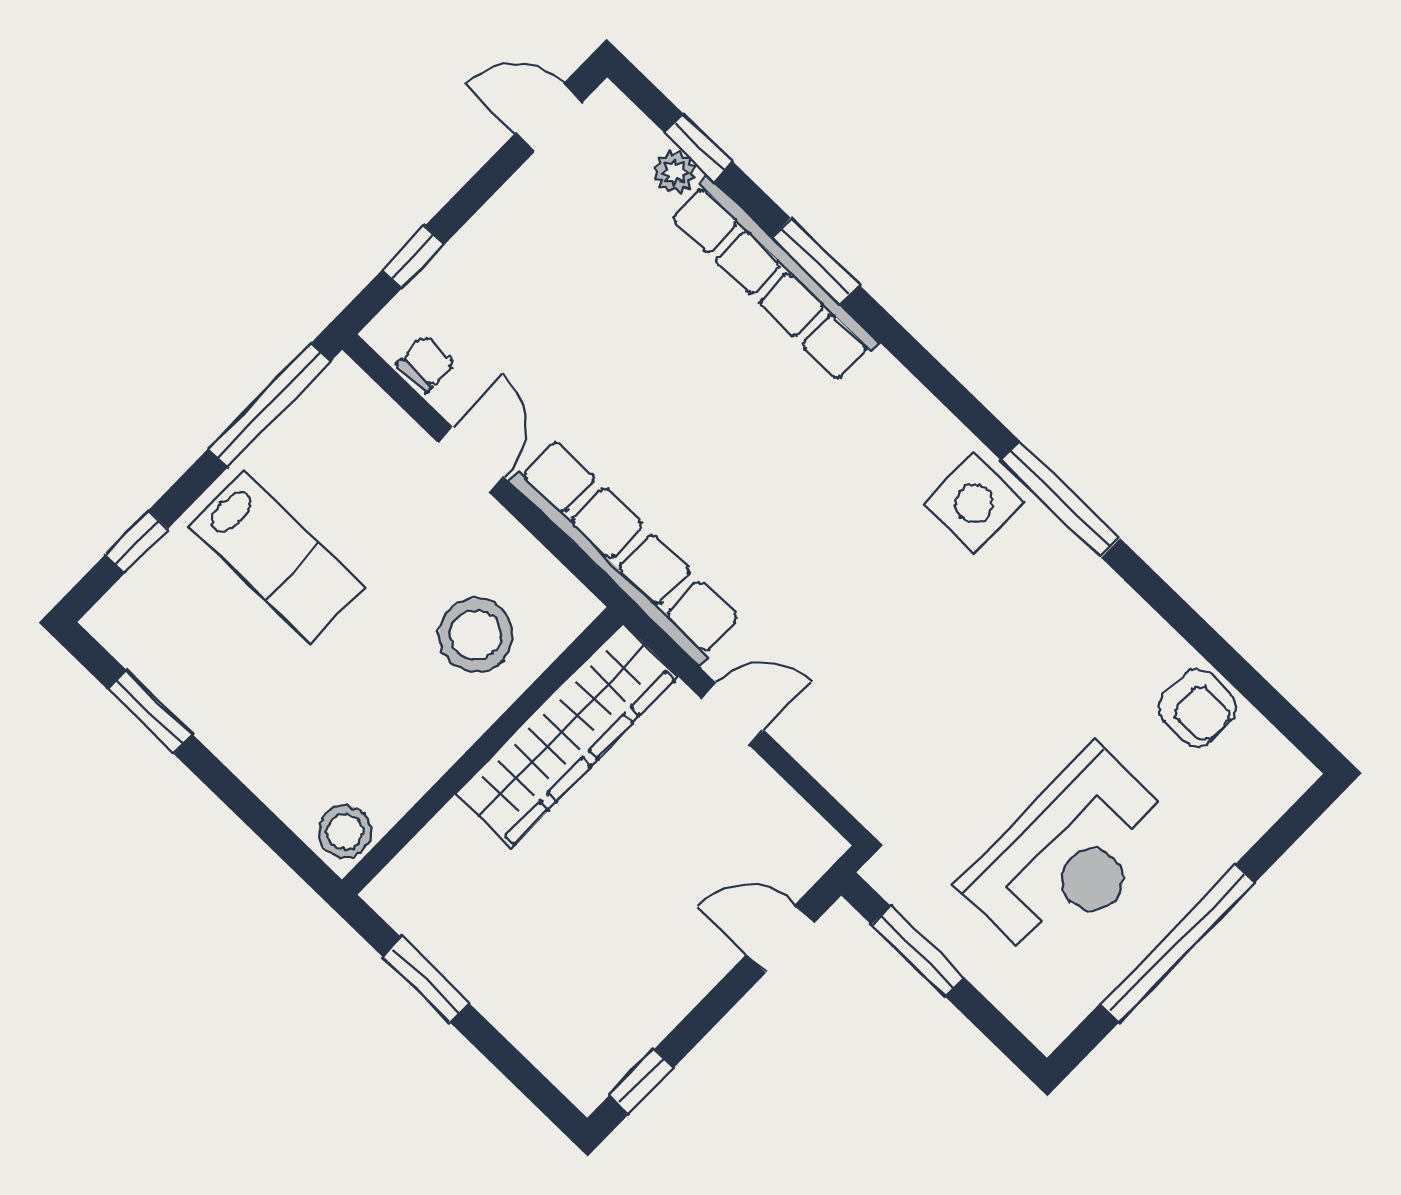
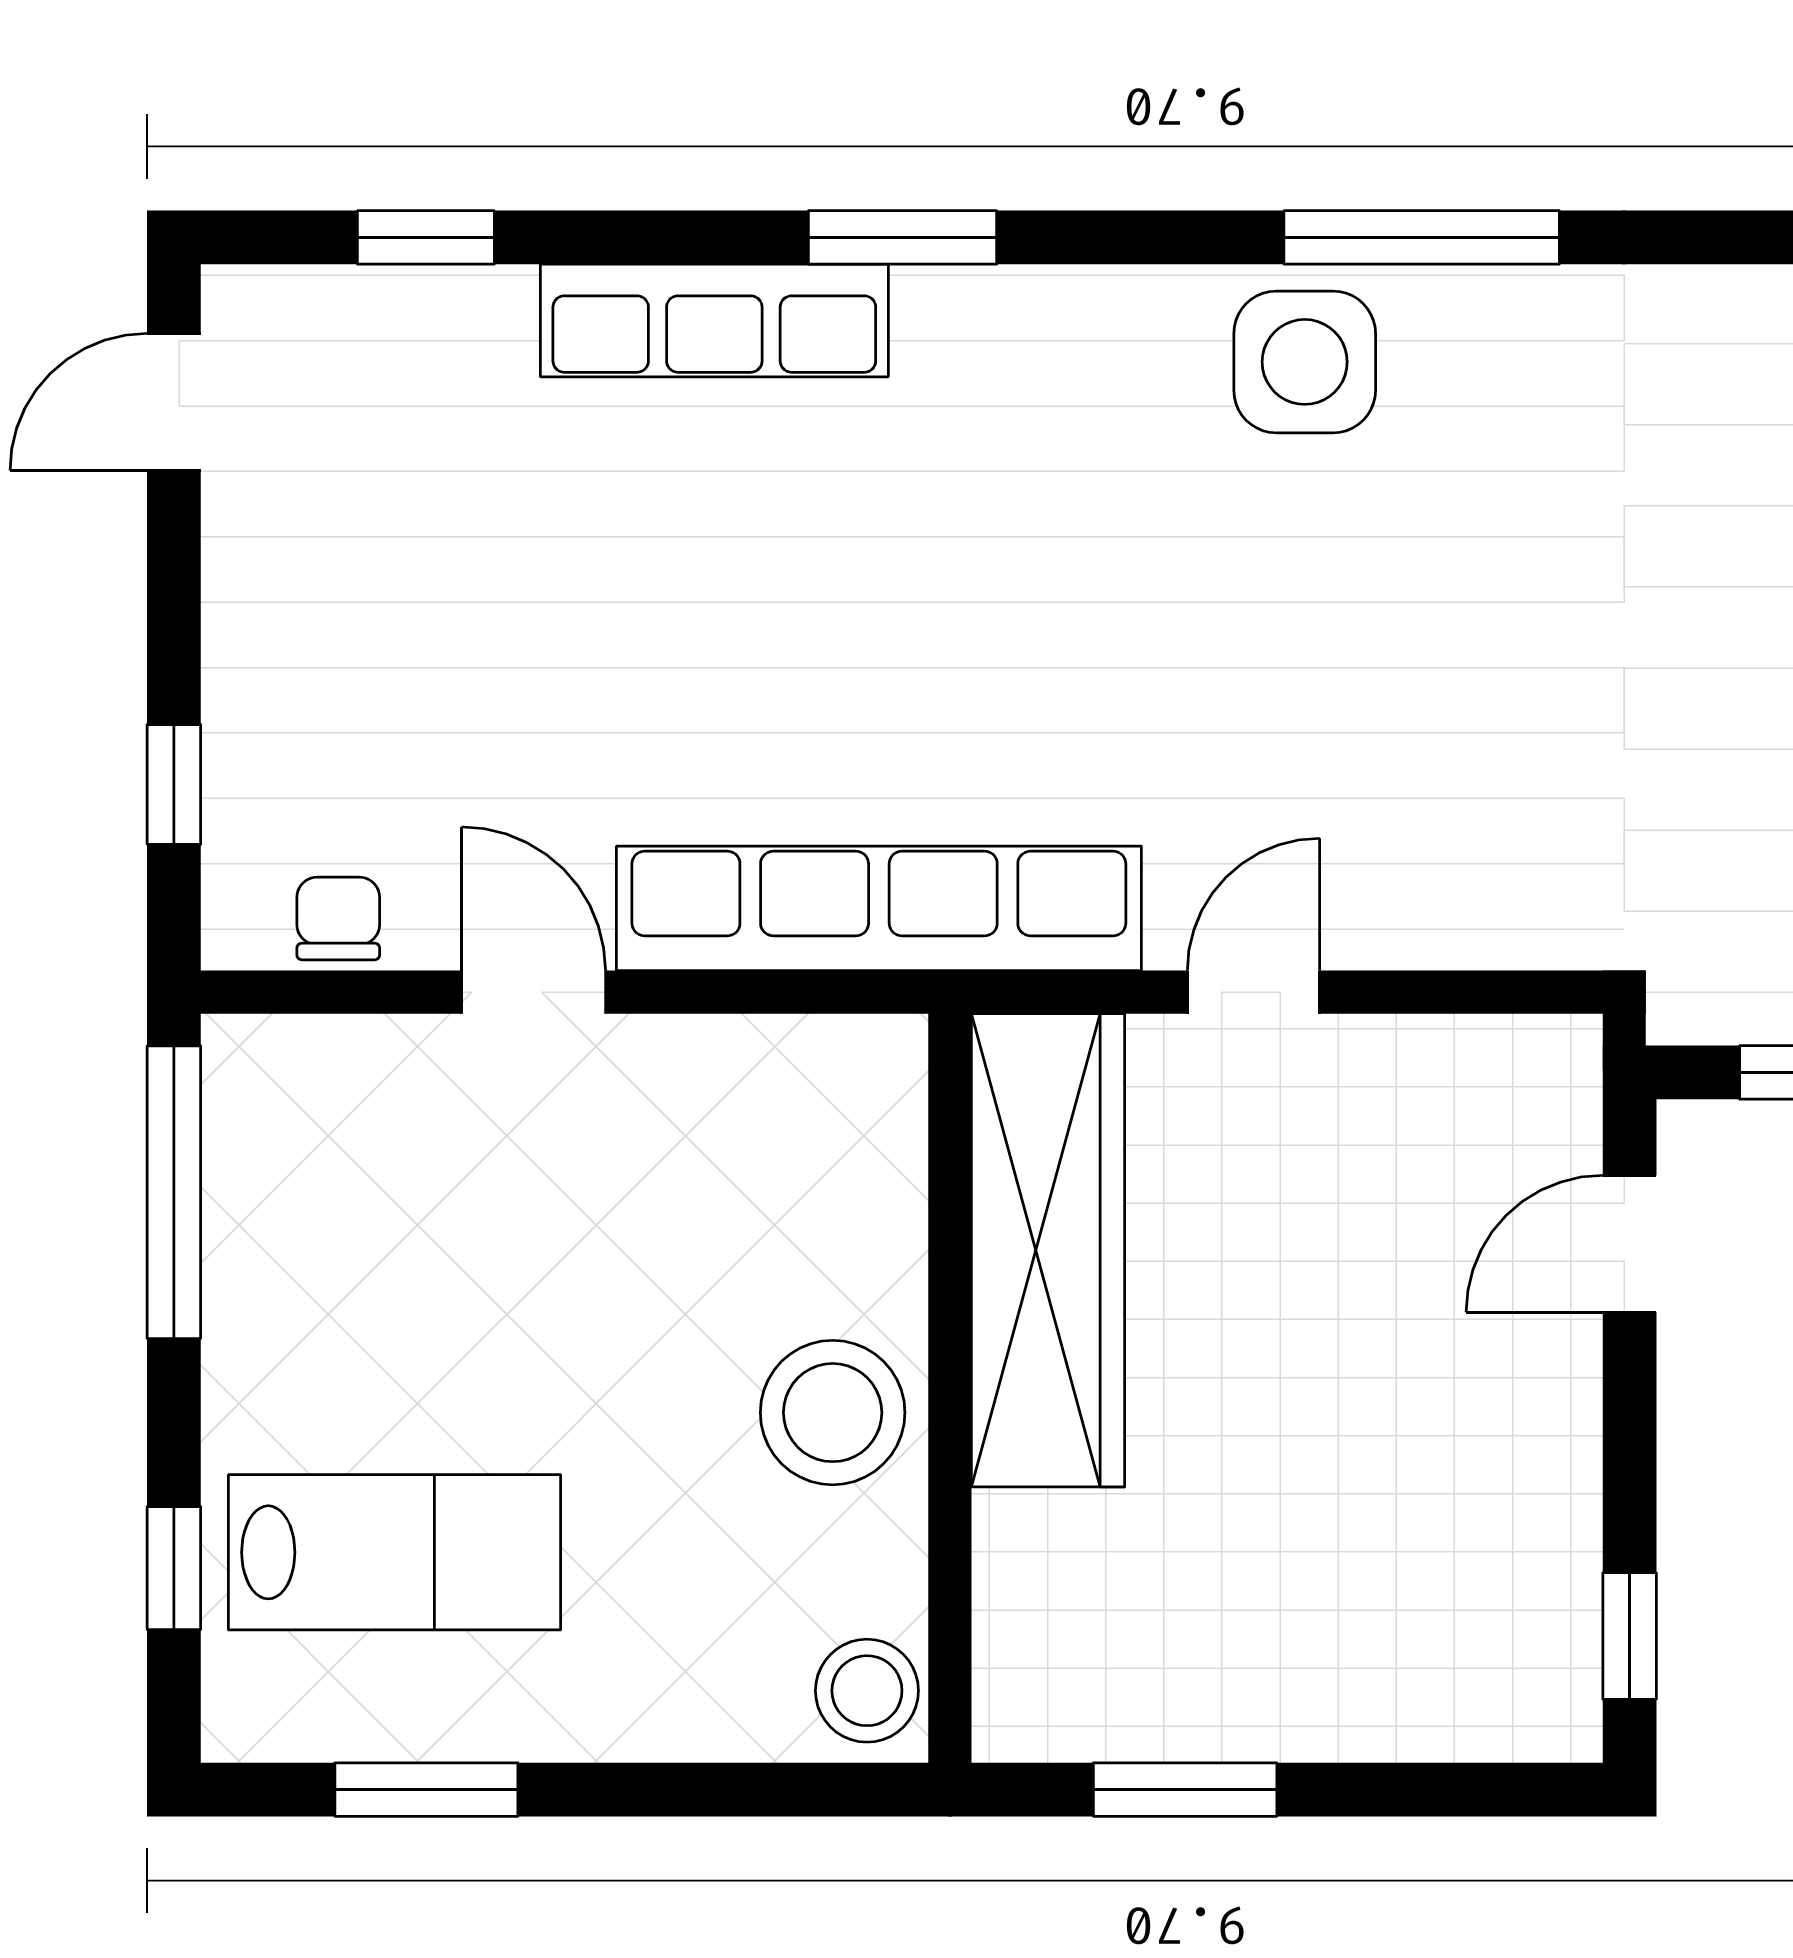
plant: (674, 172) -> (427, 306), removed
window: (815, 261) -> (902, 237), moved
row of seats: (774, 279) -> (714, 321), width x0.73
lab bench: (277, 557) -> (394, 1552), moved
stool: (476, 635) -> (833, 1413), moved

